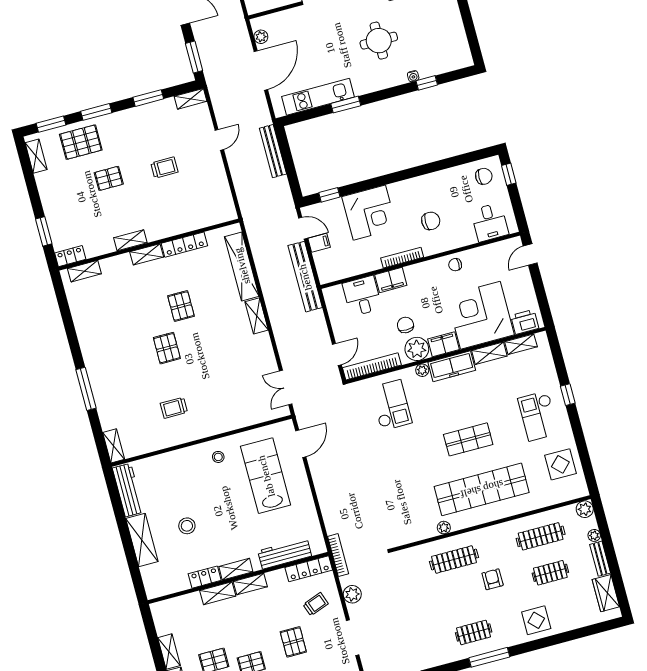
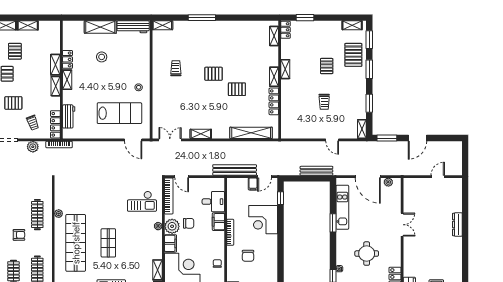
shelving: (257, 316) -> (201, 134), moved
freezer: (452, 366) -> (156, 245), removed
workbench: (285, 554) -> (69, 116), width x0.73

